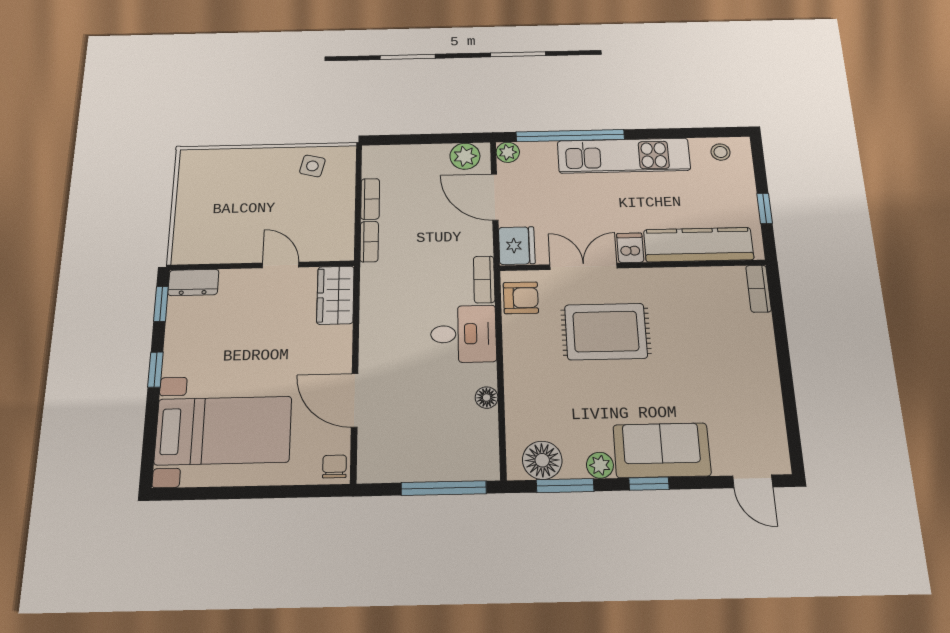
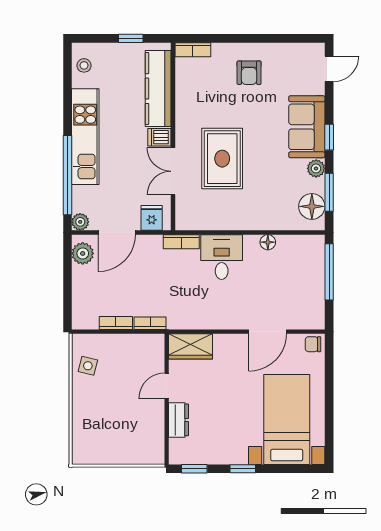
fridge: (517, 246) -> (152, 218), width x0.72
dresser: (193, 282) -> (179, 420), moved
armchair: (521, 298) -> (249, 73), moved, turned 180

